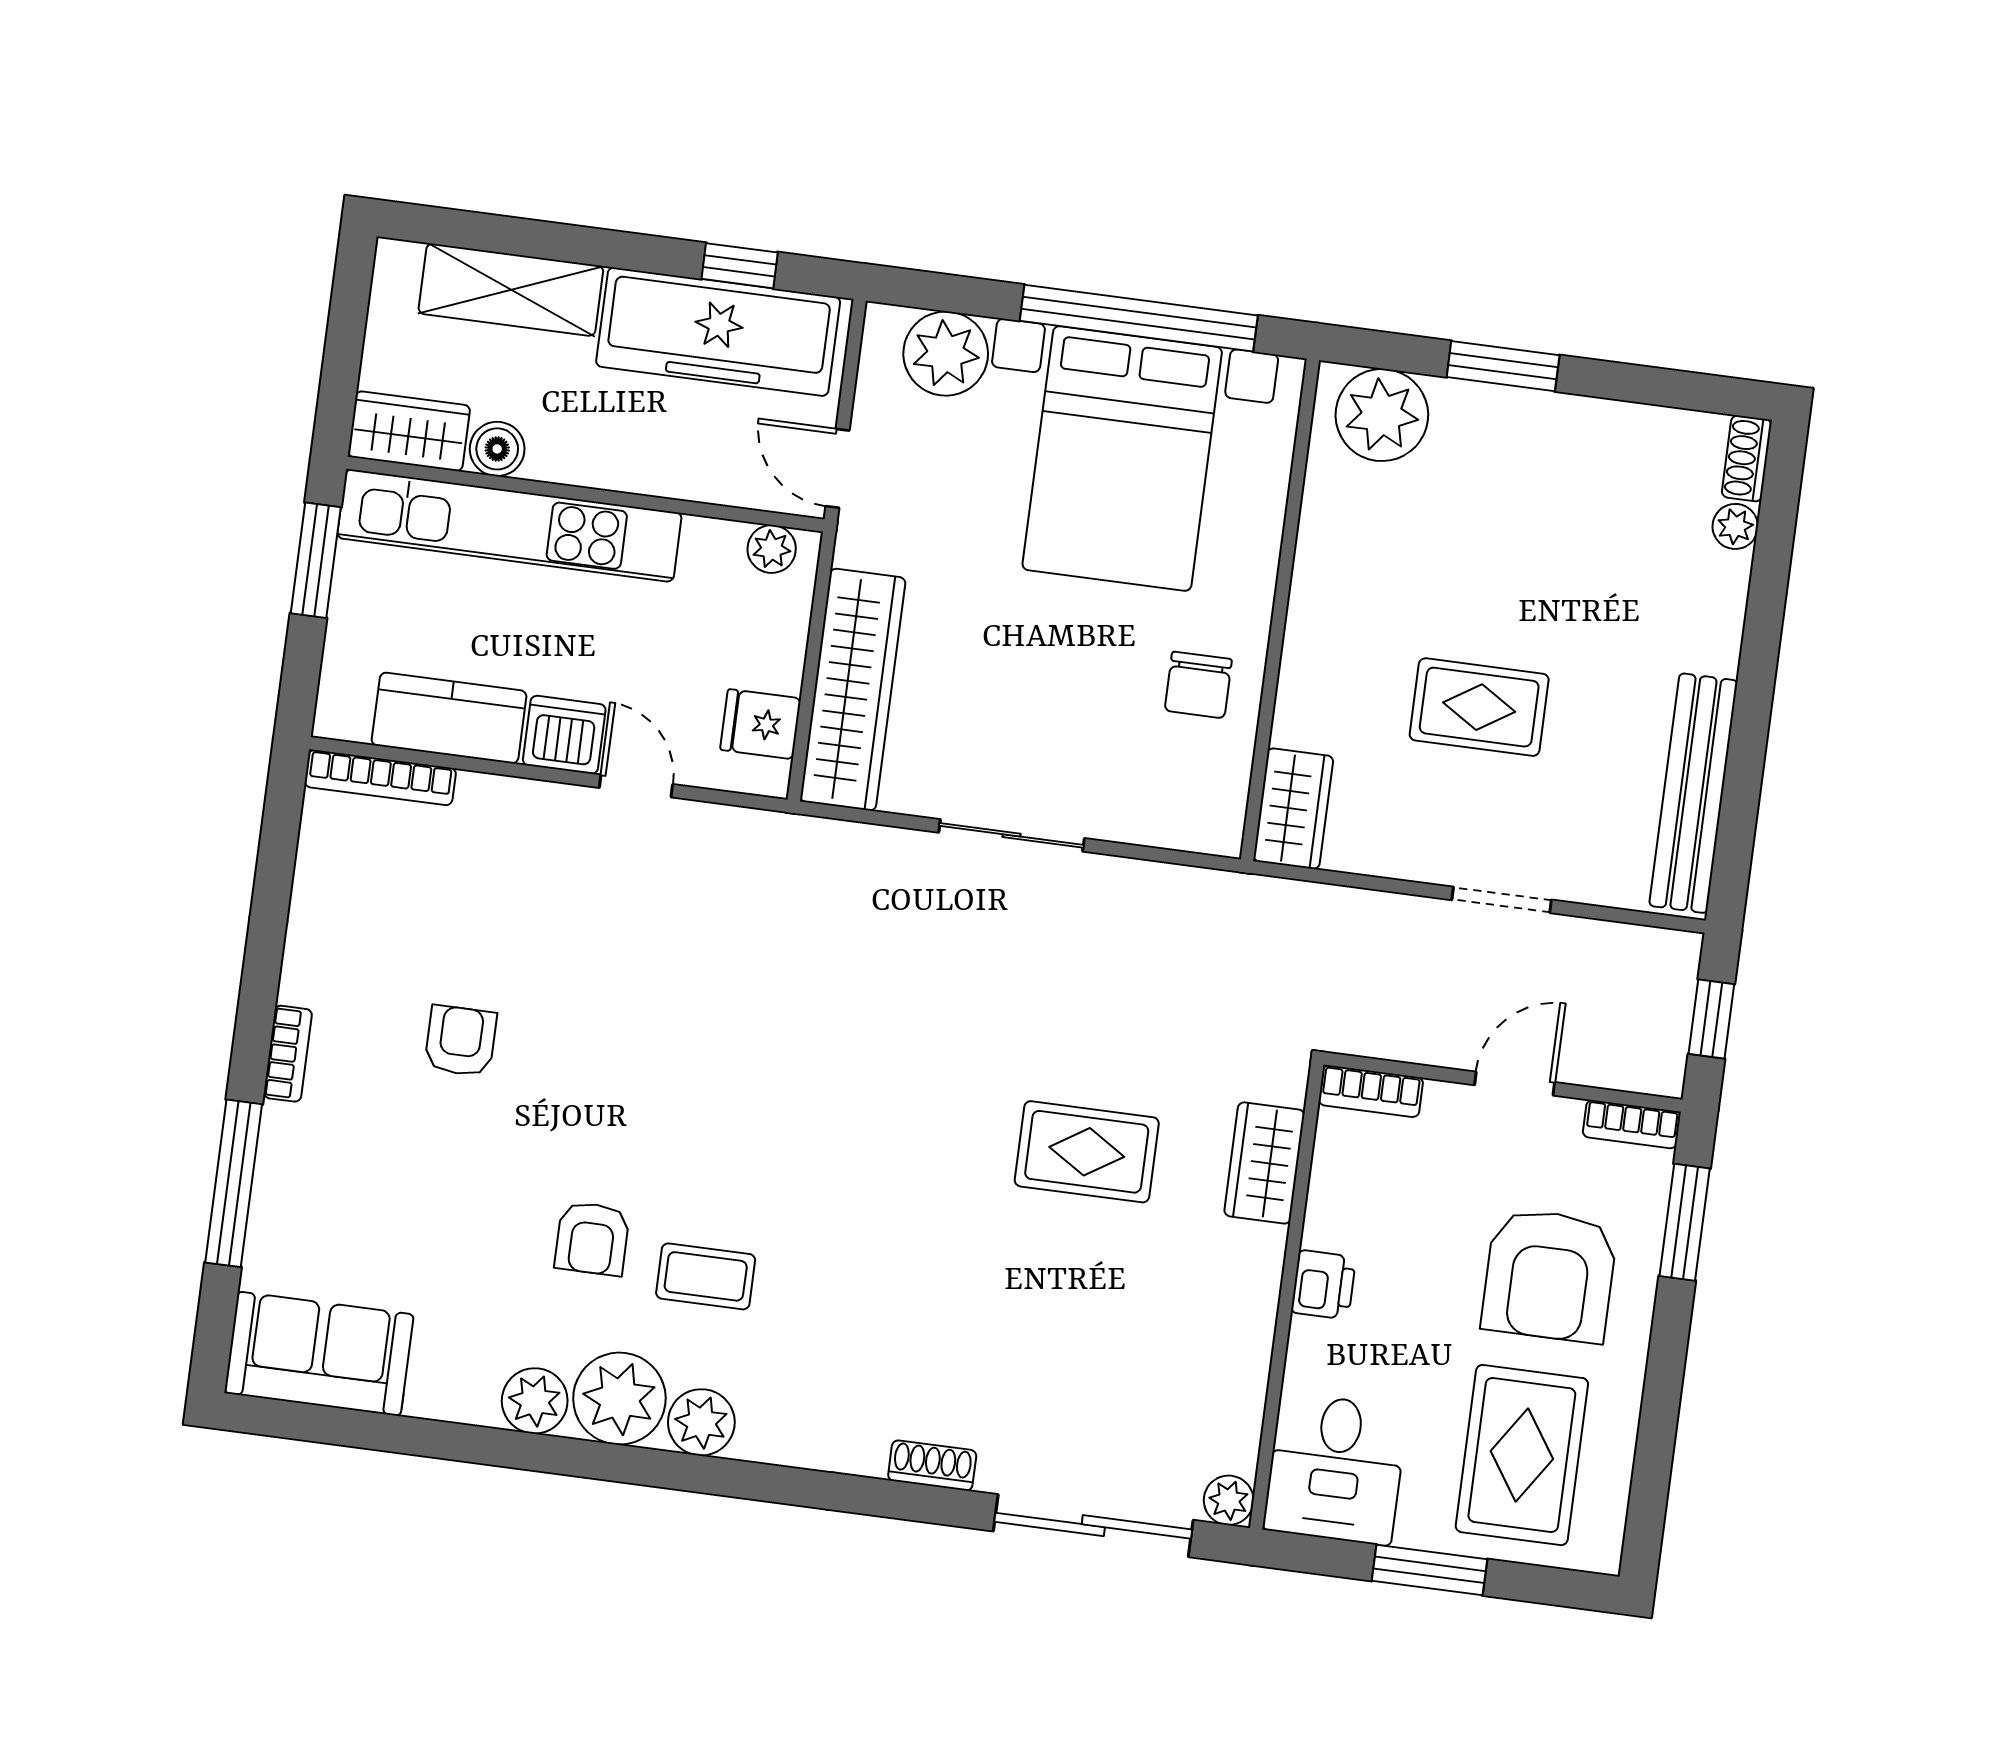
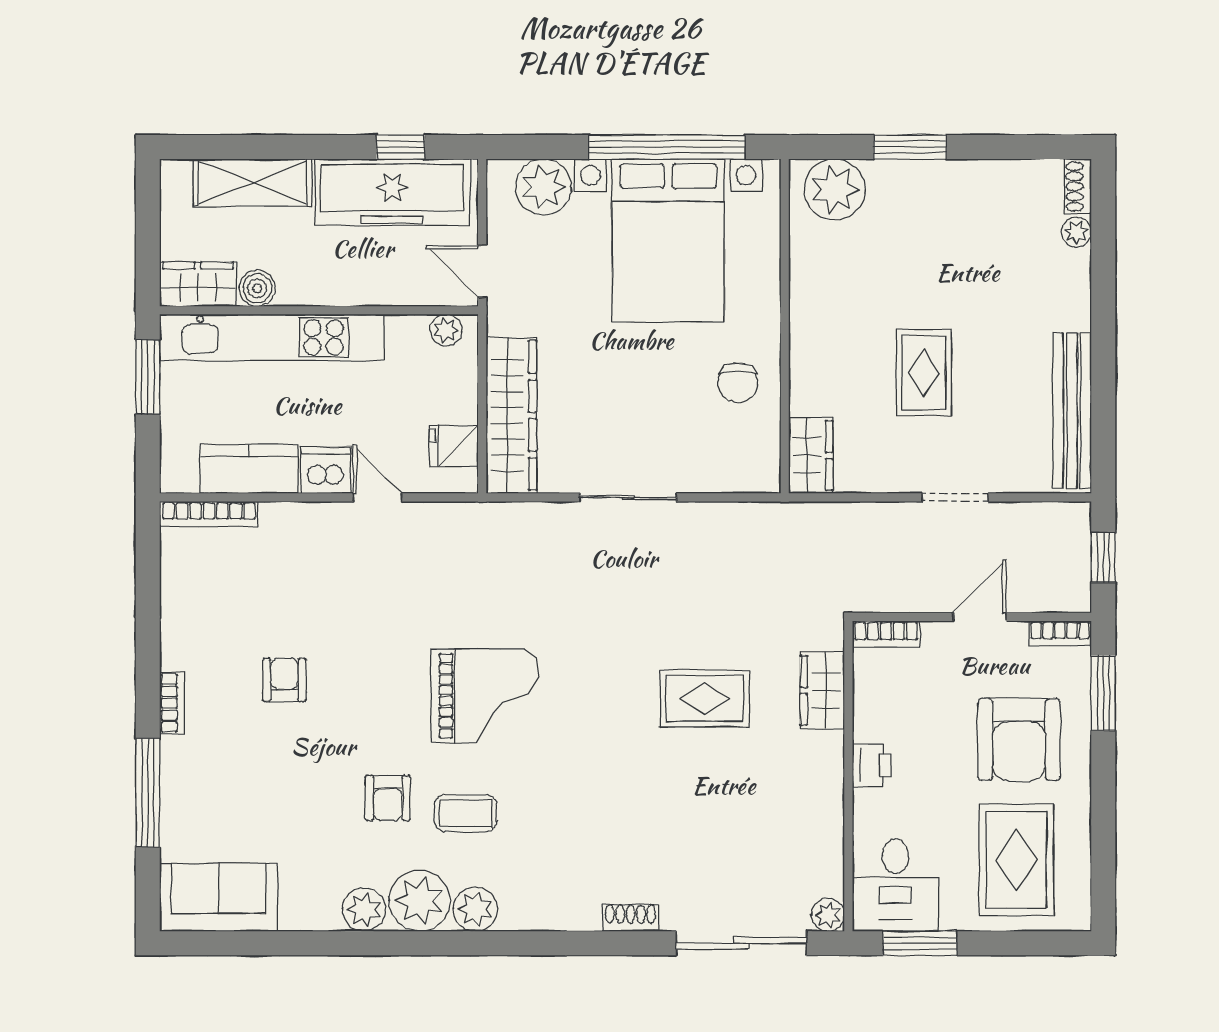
rug: (1479, 707) -> (924, 373), turned 90
grand piano: (758, 1104) -> (485, 696), added
window: (1430, 1570) -> (920, 943), moved

